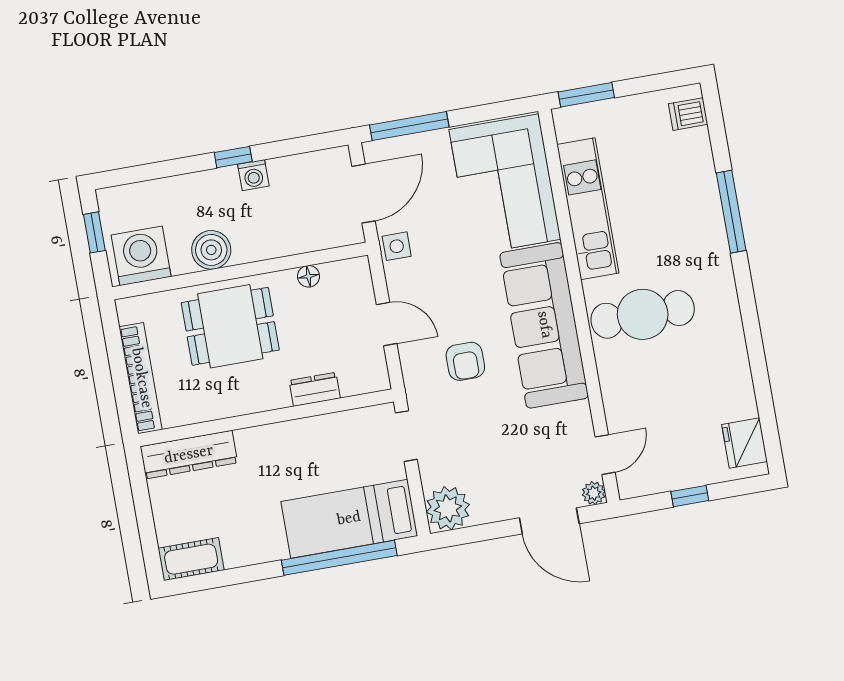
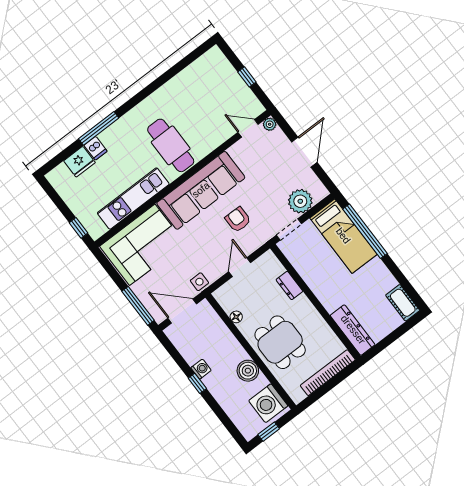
window: (586, 95) -> (78, 228), width x0.67
dishwasher: (688, 114) -> (96, 148), moved
armchair: (465, 361) -> (238, 220), turned -90
fridge: (744, 443) -> (79, 162), moved
plant: (448, 508) -> (300, 201), moved
door: (549, 521) -> (304, 152), moved

